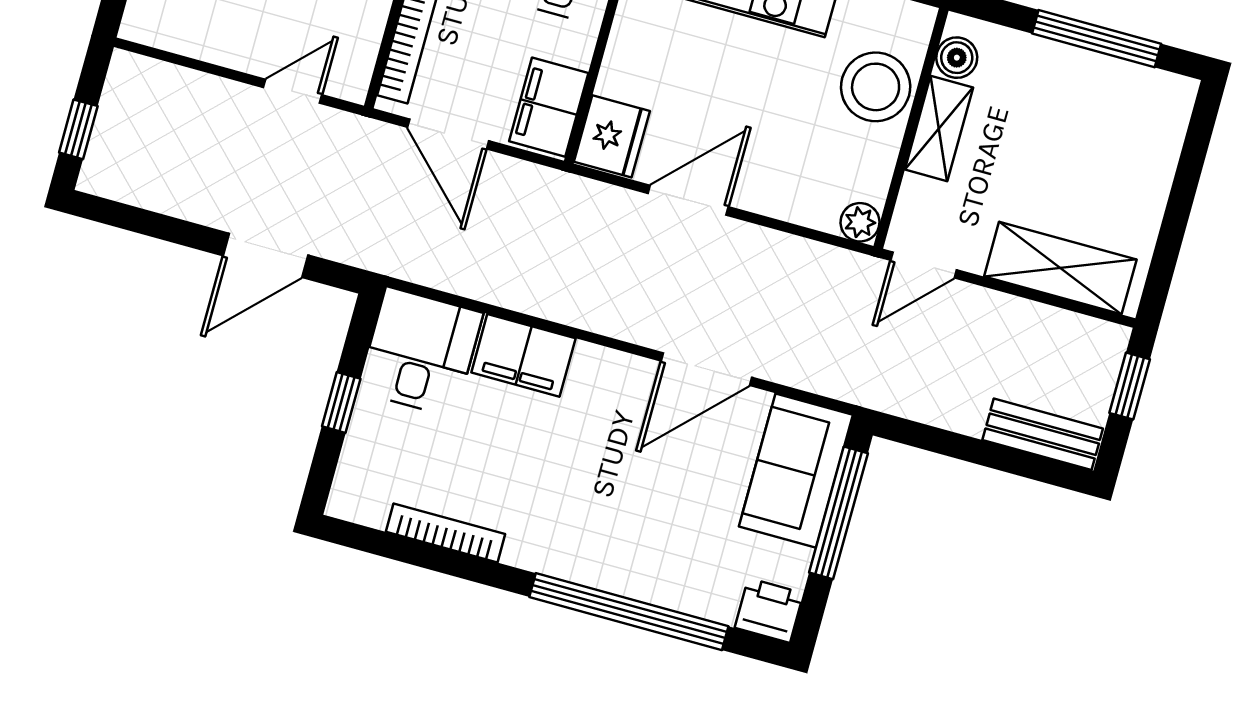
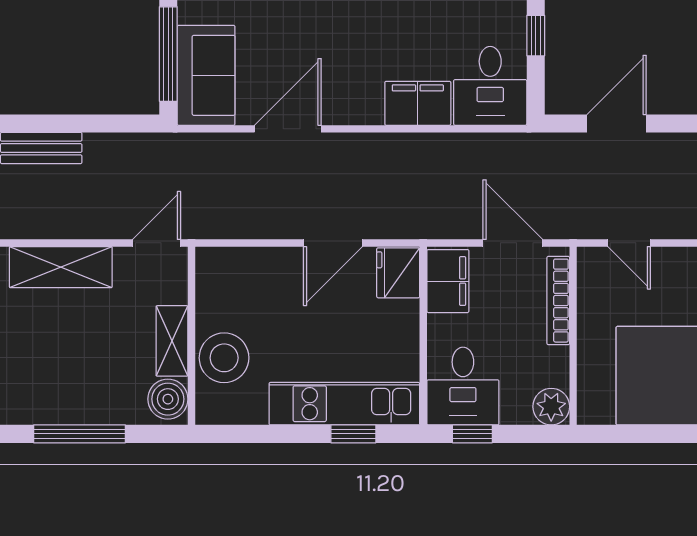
boiler: (957, 58) -> (168, 399), width x1.36, depth x1.36
door: (293, 91) -> (629, 243), hinge flipped
plant: (860, 222) -> (209, 261), removed

